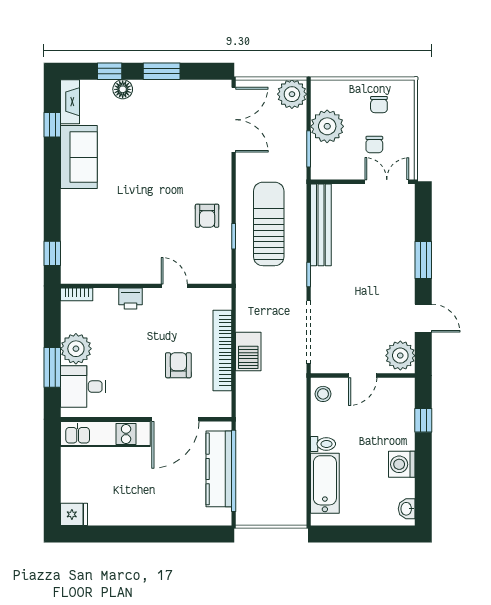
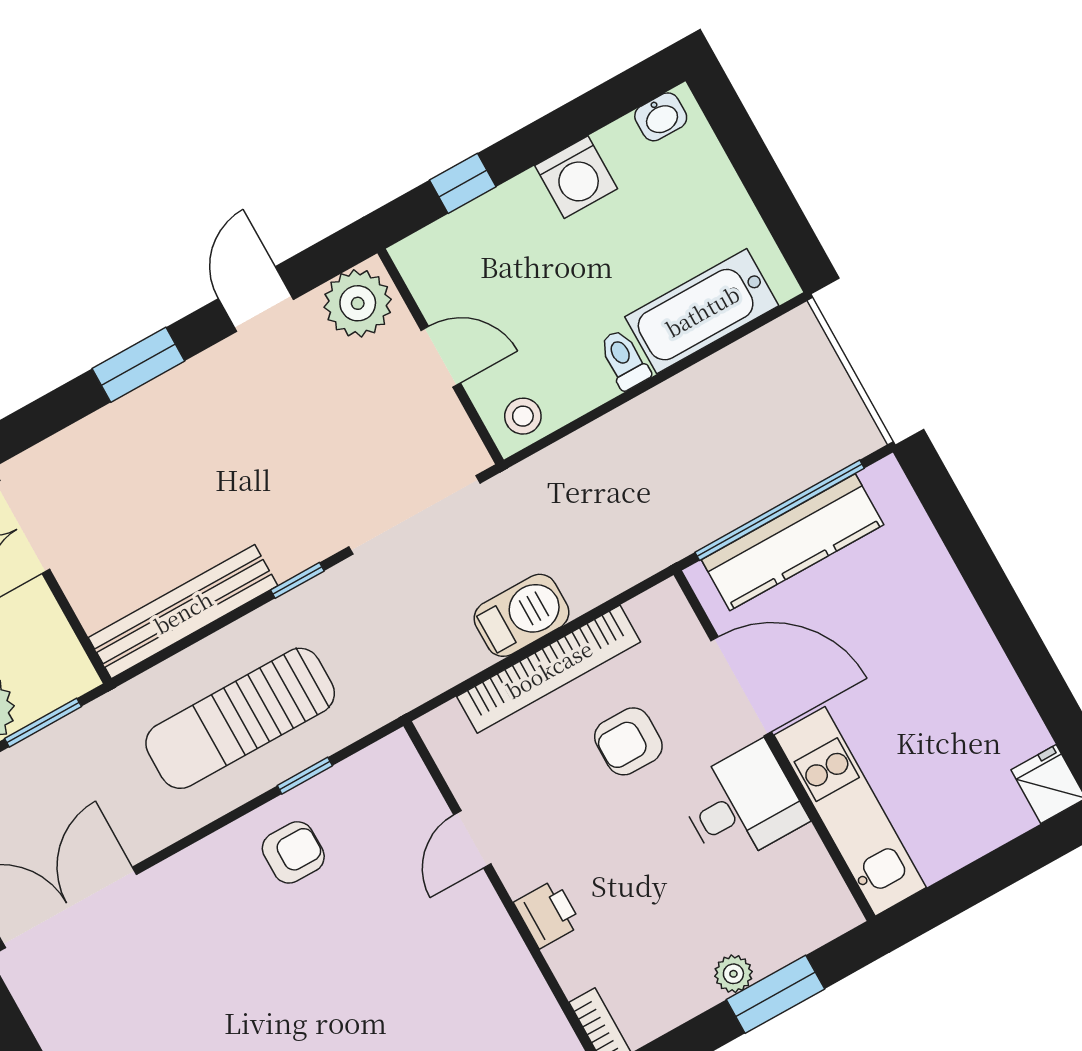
plant: (76, 349) -> (733, 974), width x0.53, depth x0.53
desk: (83, 387) -> (742, 804), moved, turned -90

